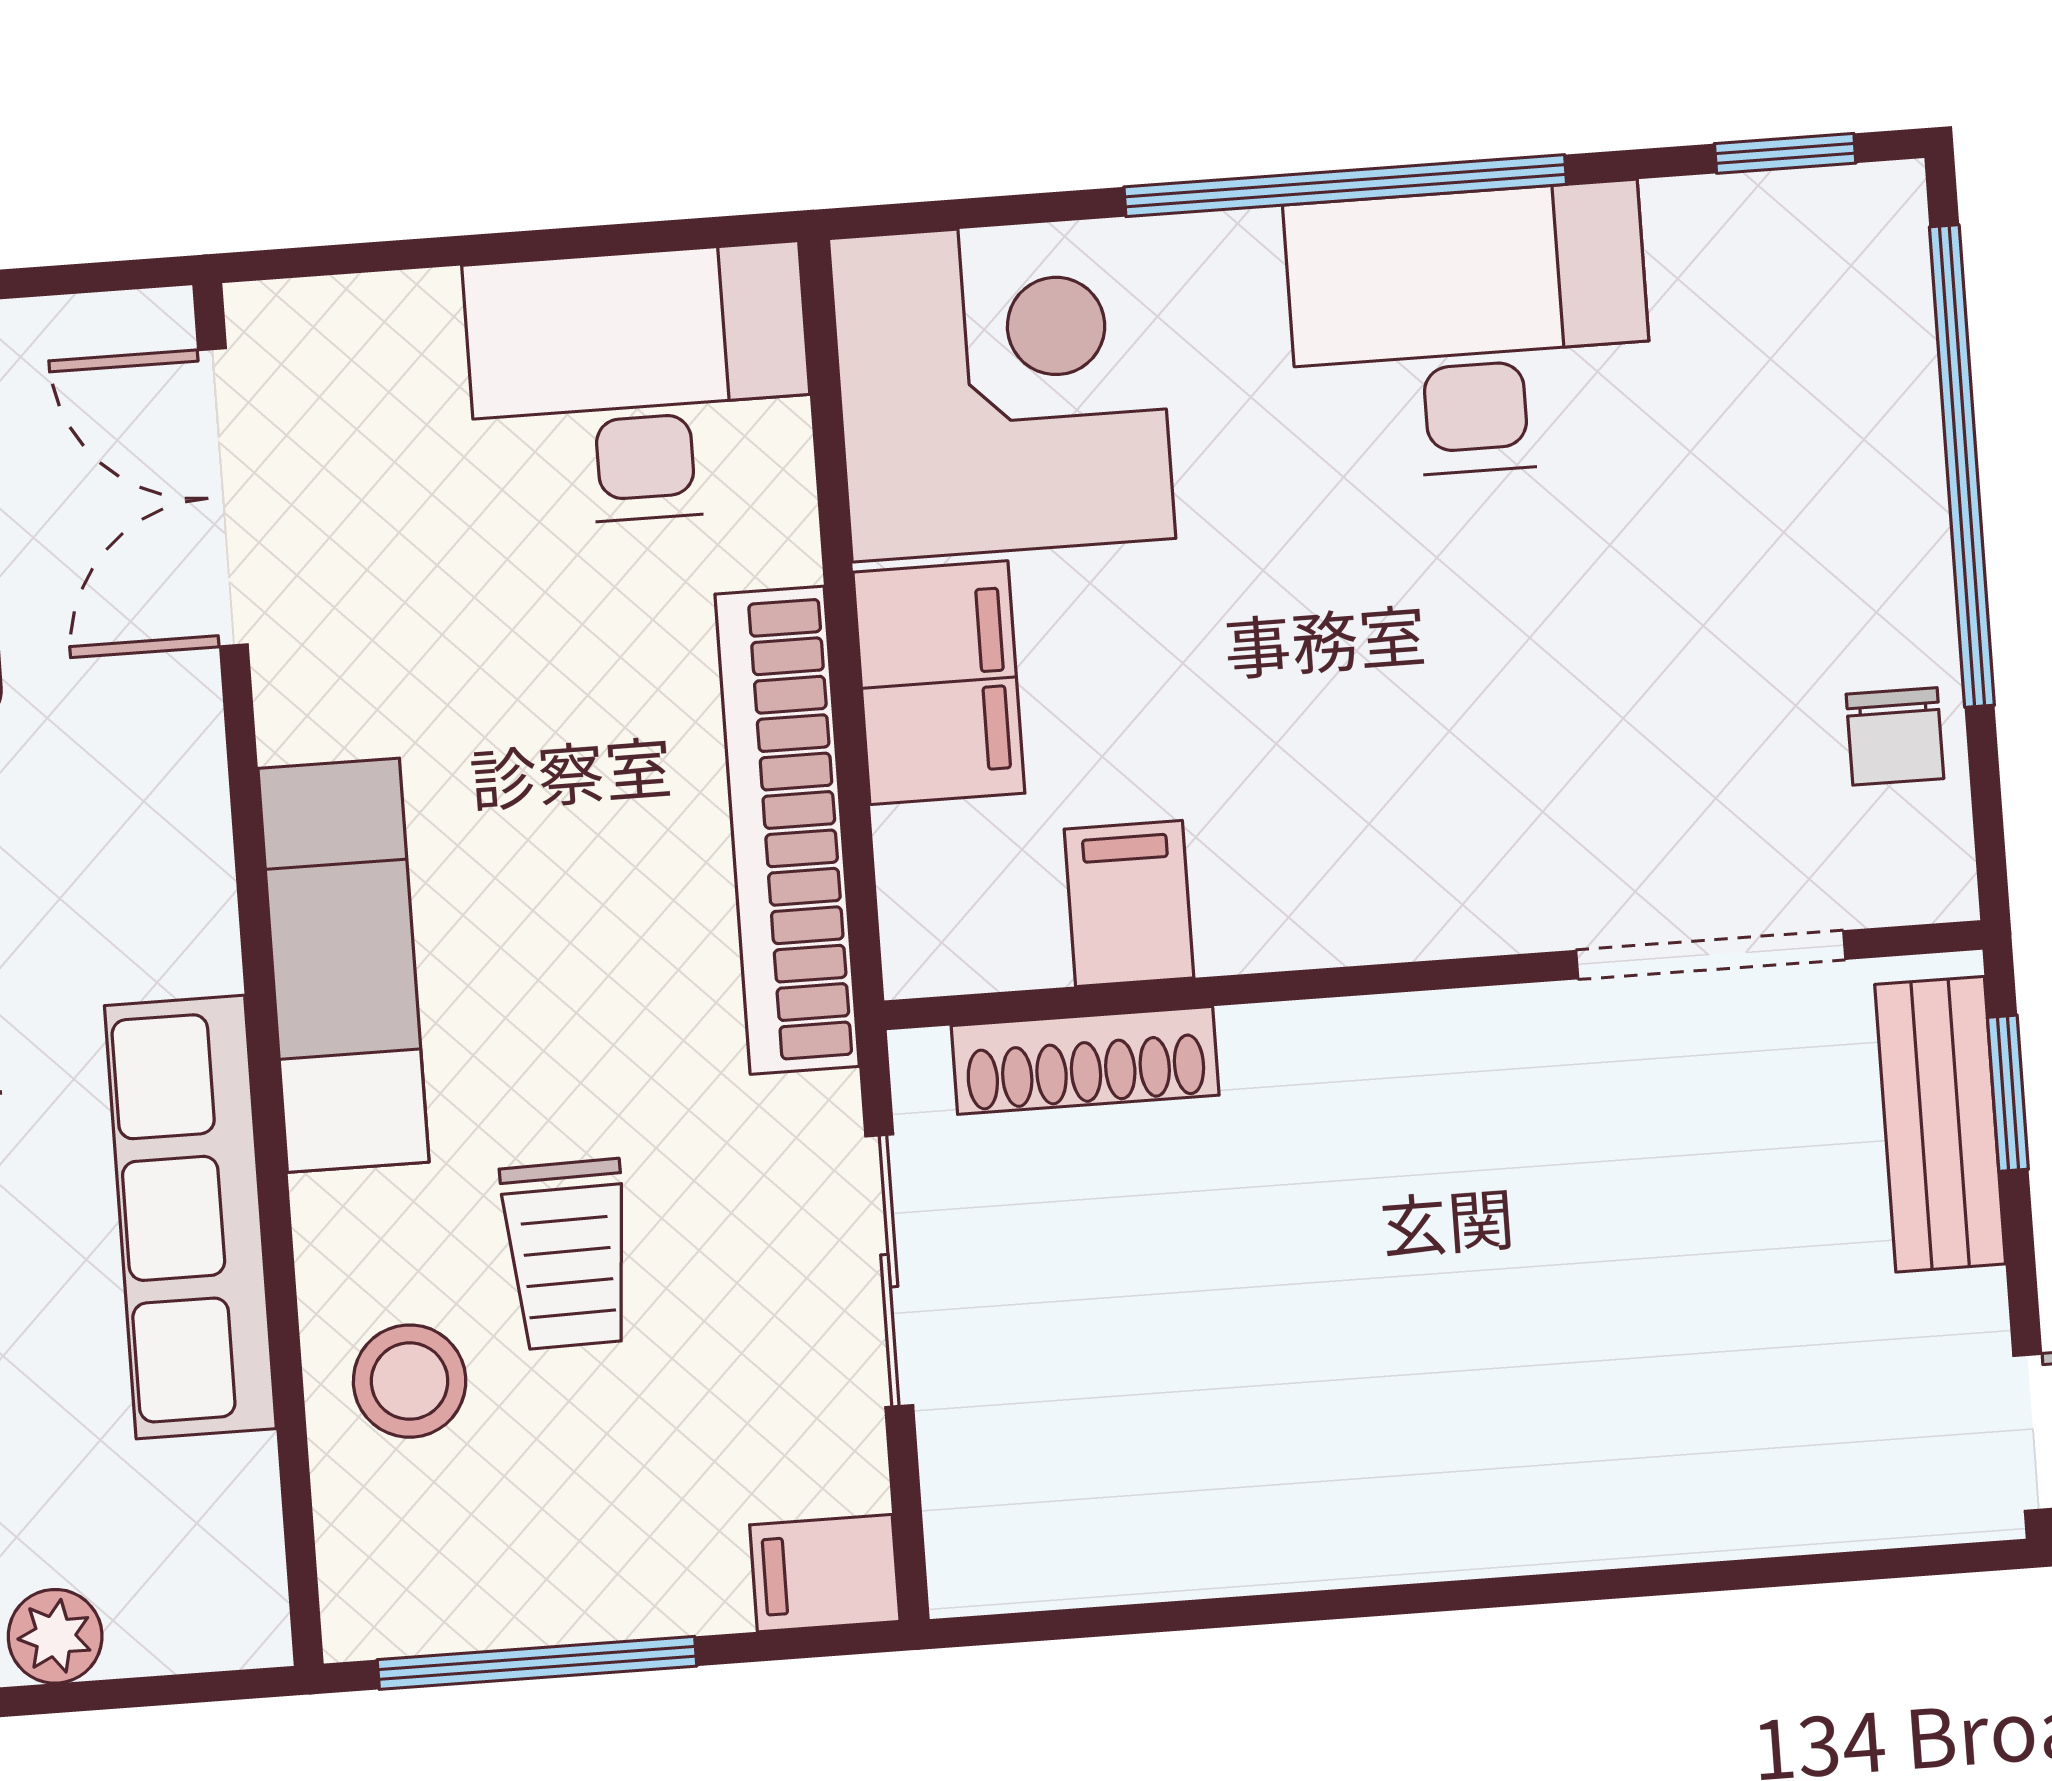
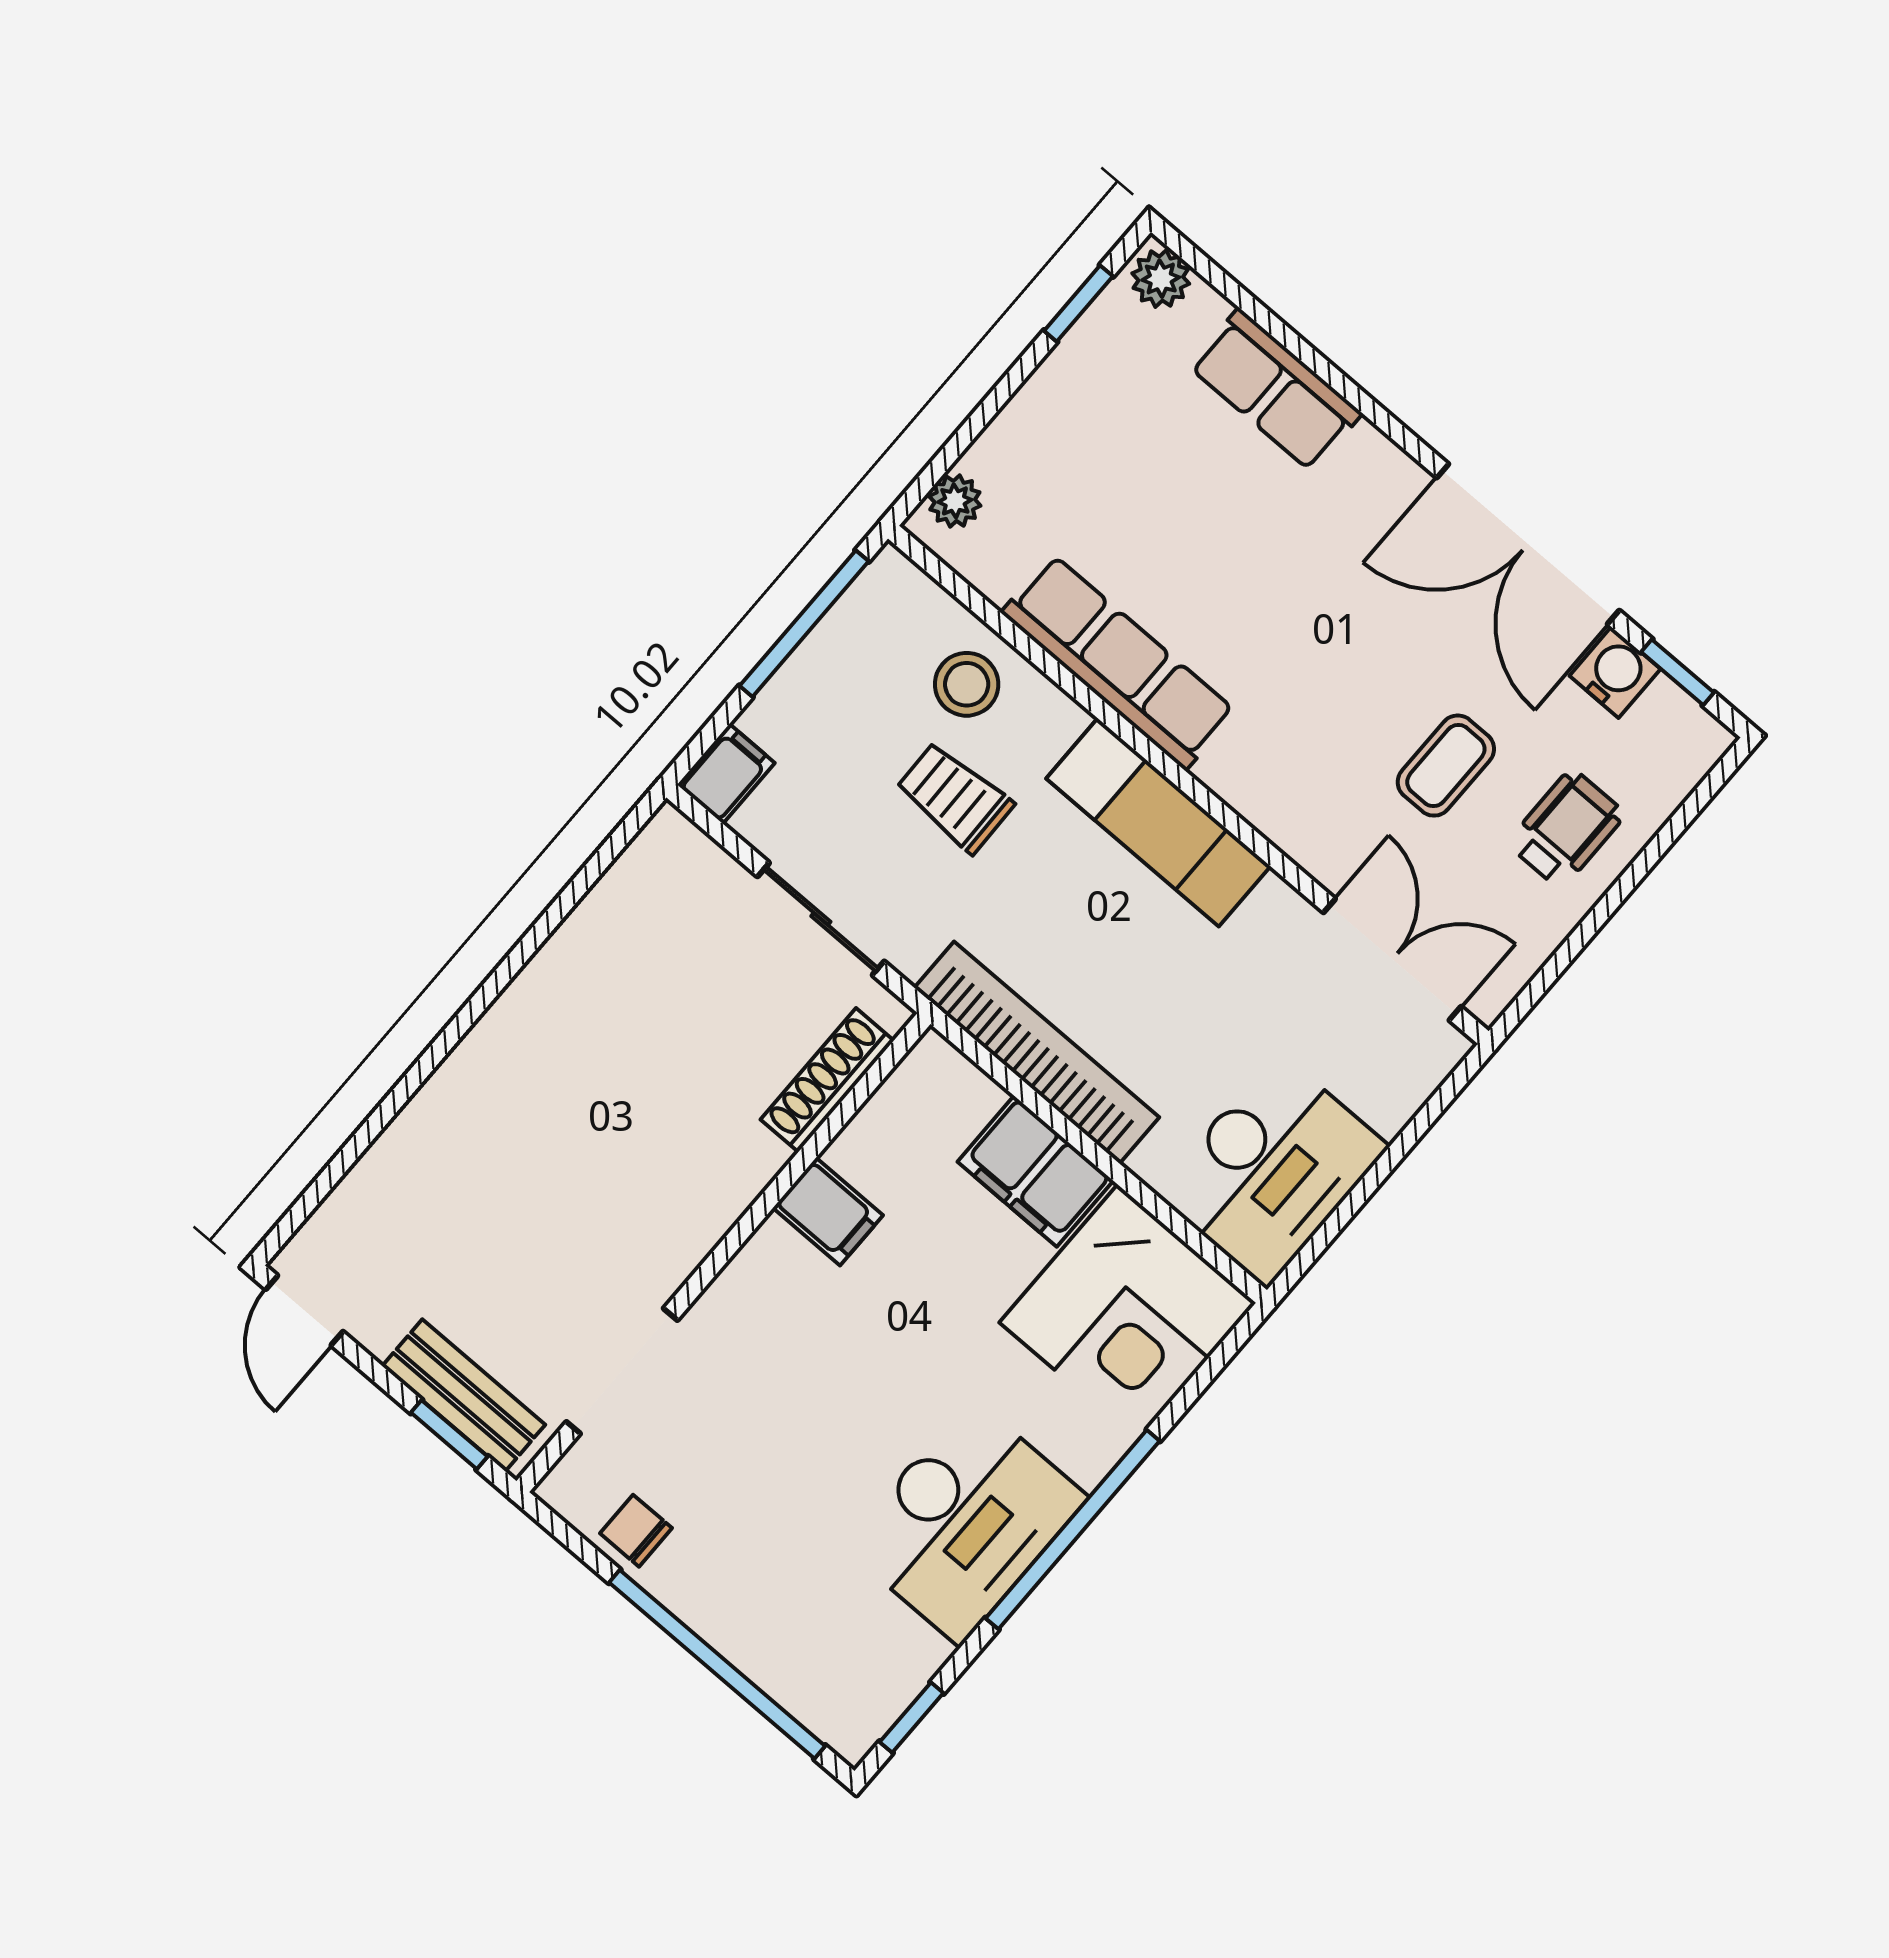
filing cabinet: (1129, 903) -> (828, 1212), moved
plant: (55, 1636) -> (955, 501), moved

